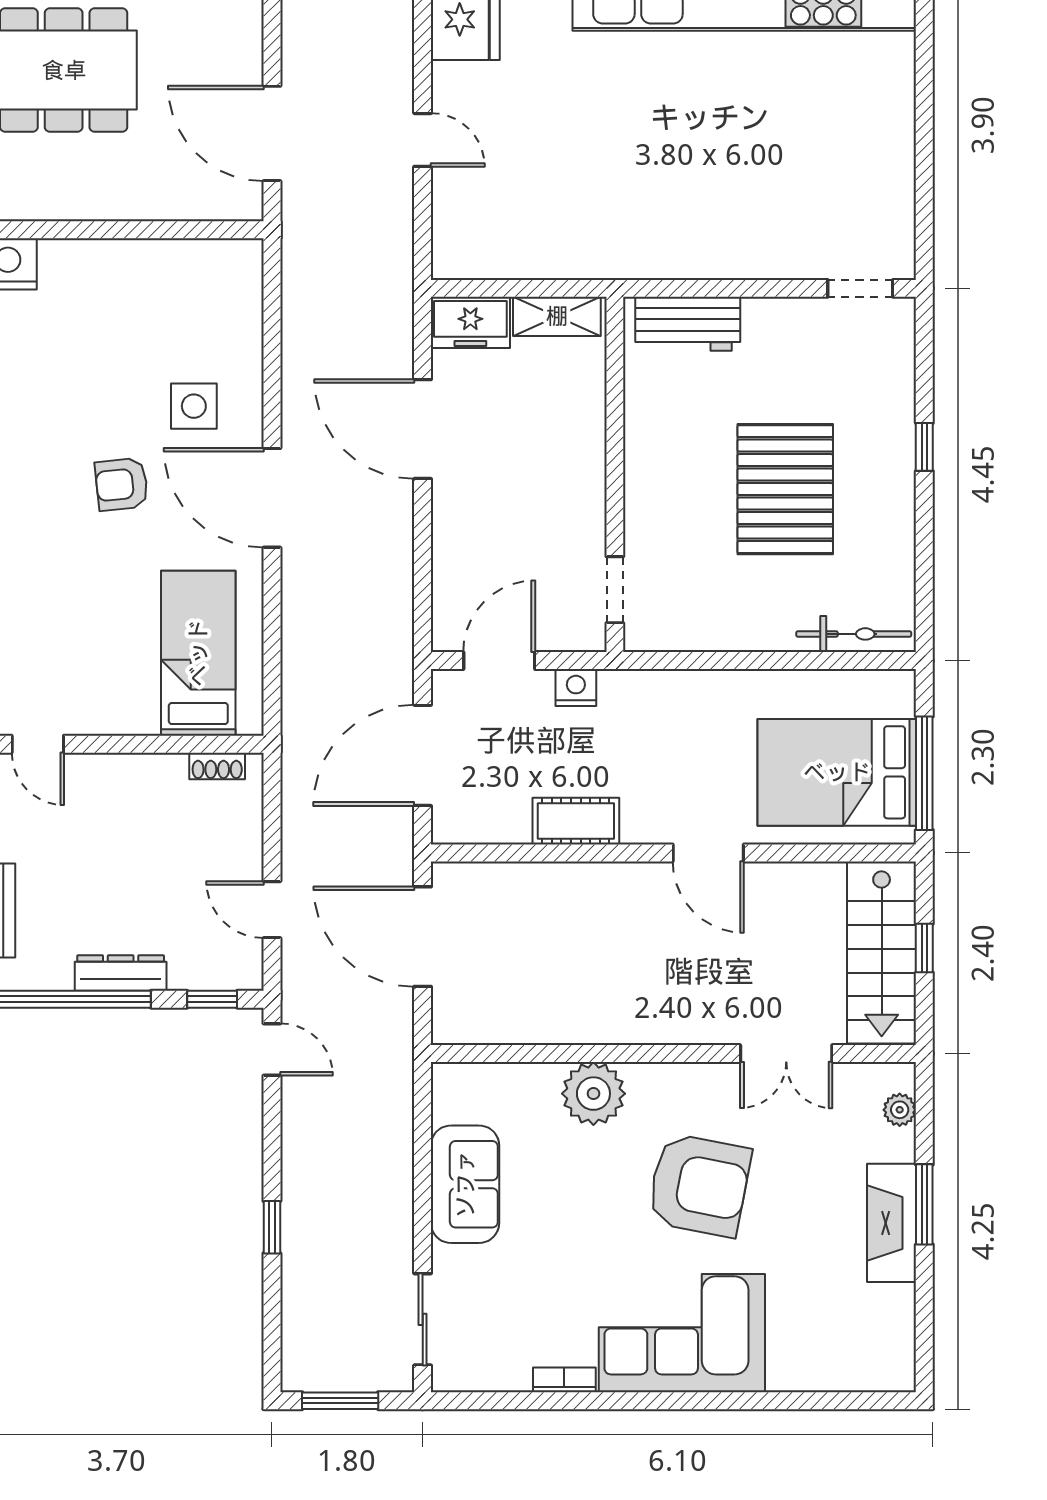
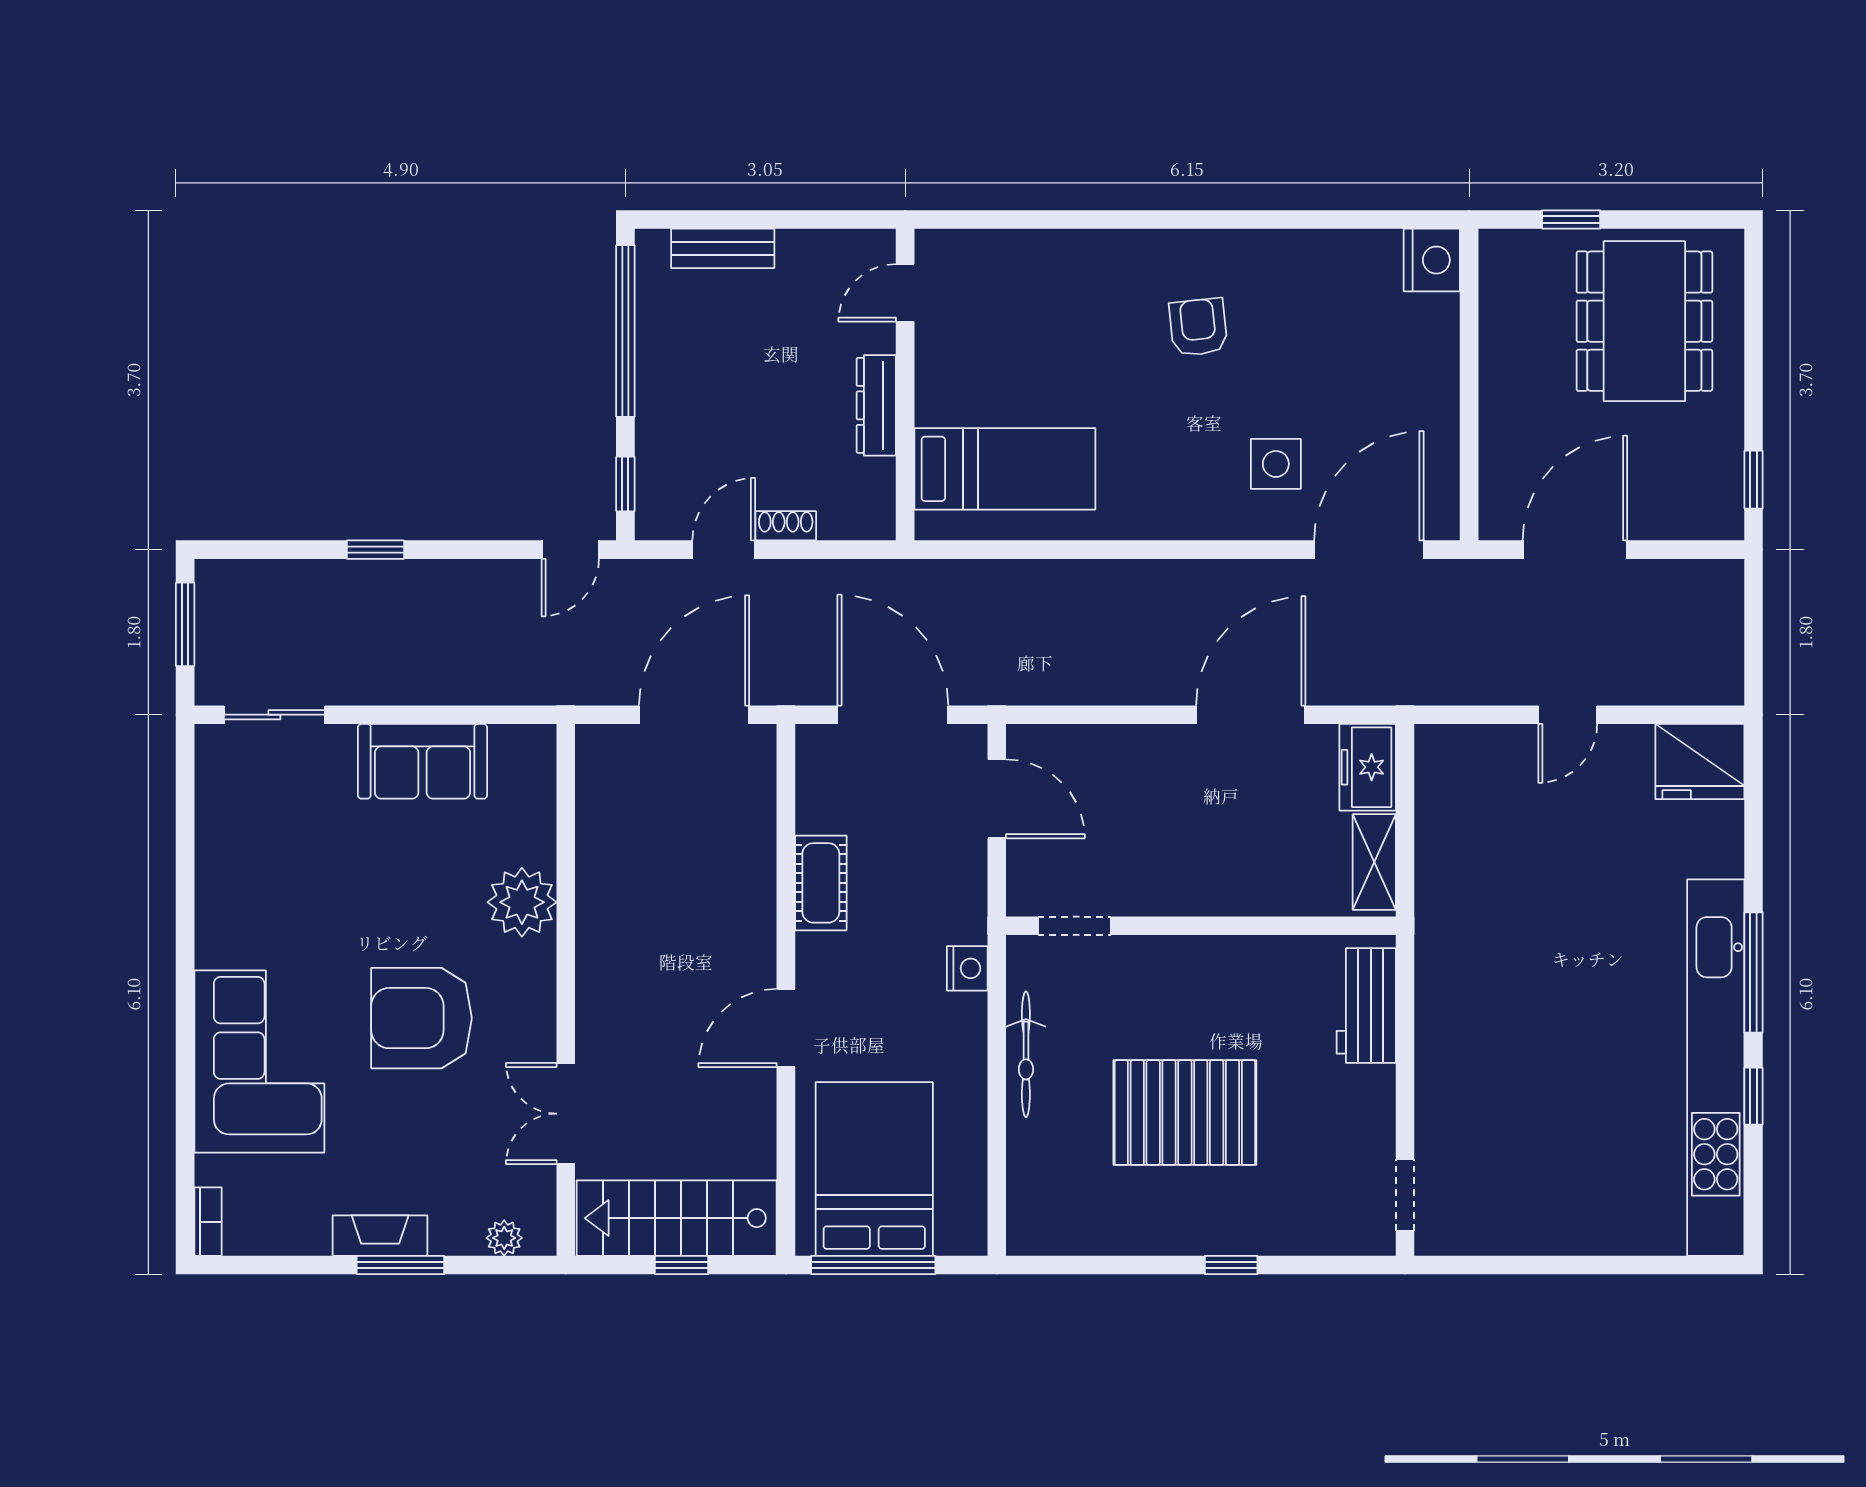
armchair: (122, 484) -> (1198, 327), moved
door: (272, 498) -> (1369, 550), moved
bicycle: (854, 634) -> (1026, 1054), moved
nightstand: (576, 688) -> (967, 968), moved
shoe rack: (217, 766) -> (786, 526), moved, turned 90
dresser: (121, 973) -> (876, 405), moved, turned 180
armchair: (699, 1185) -> (421, 1018), turned 79
fireplace: (892, 1223) -> (380, 1236), width x0.73, depth x0.76
corner sofa: (682, 1333) -> (259, 1062), moved
bookcase: (564, 1380) -> (208, 1222), moved

